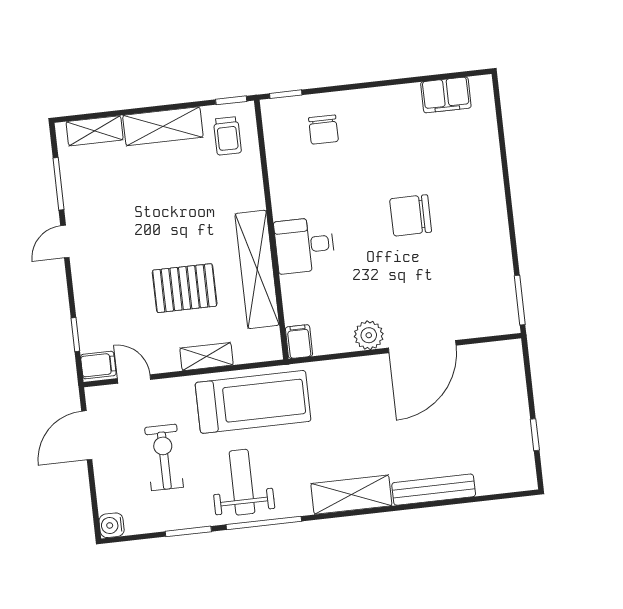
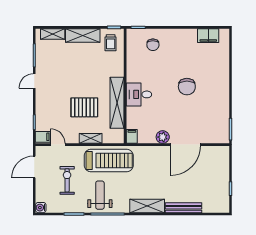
chair: (411, 215) -> (187, 87), turned -90

